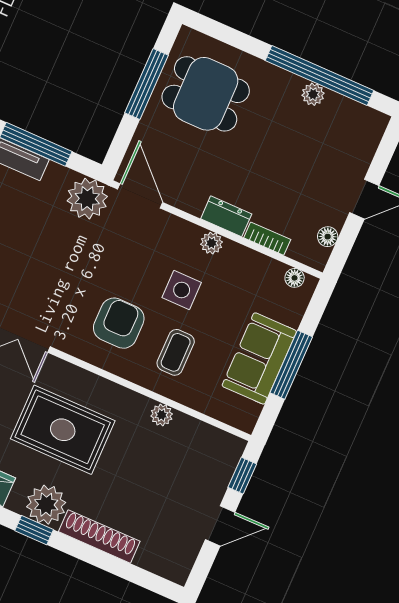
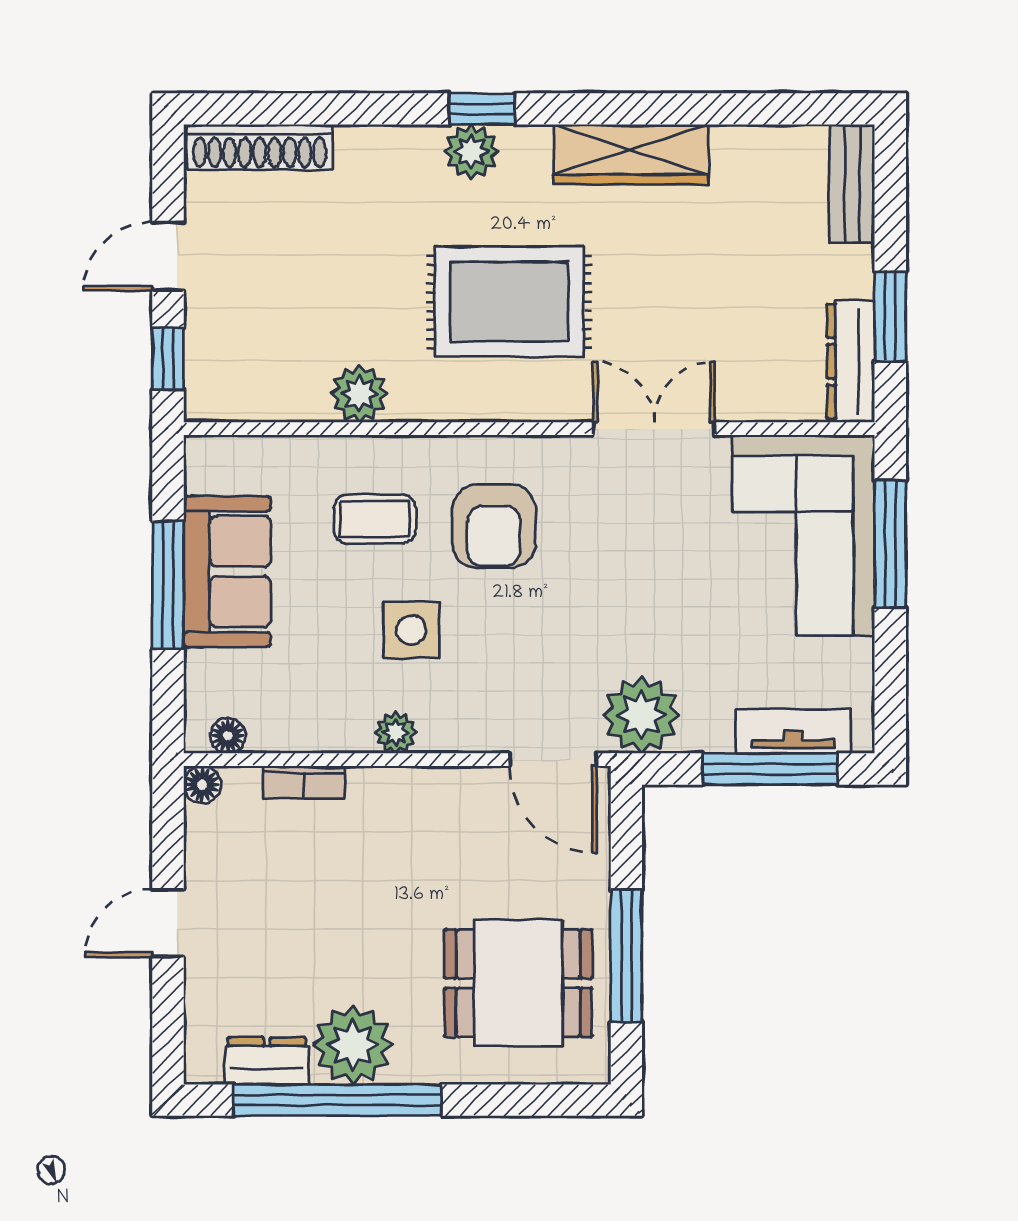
plant: (313, 94) -> (353, 1045), width x1.87, depth x1.87
dresser: (226, 216) -> (267, 1061), moved, turned 180
floor lamp: (328, 237) -> (202, 785), moved
coffee table: (176, 352) -> (375, 519), turned 90
plant: (162, 415) -> (359, 394), width x1.38, depth x1.38
plant: (46, 505) -> (471, 152), width x0.73, depth x0.73
shoe rack: (99, 536) -> (260, 147), moved

